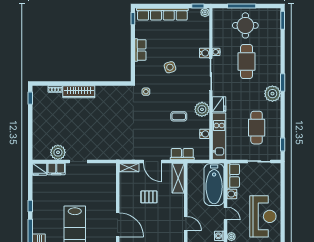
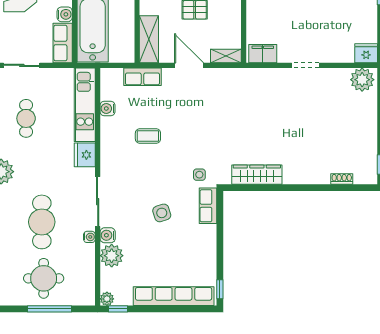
row of seats: (140, 50) -> (208, 206), moved
wardrobe: (79, 92) -> (257, 175), moved
plant: (202, 109) -> (112, 256), moved
cafe table: (257, 128) -> (26, 118), width x0.73, depth x0.74
plant: (58, 152) -> (362, 80), moved
filing cabinet: (56, 169) -> (263, 54), moved

